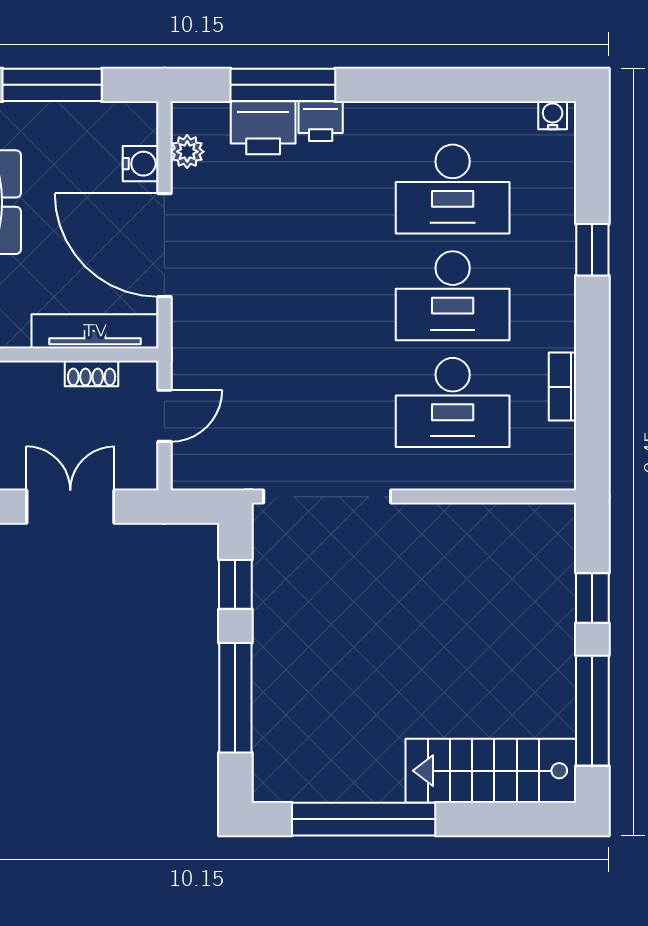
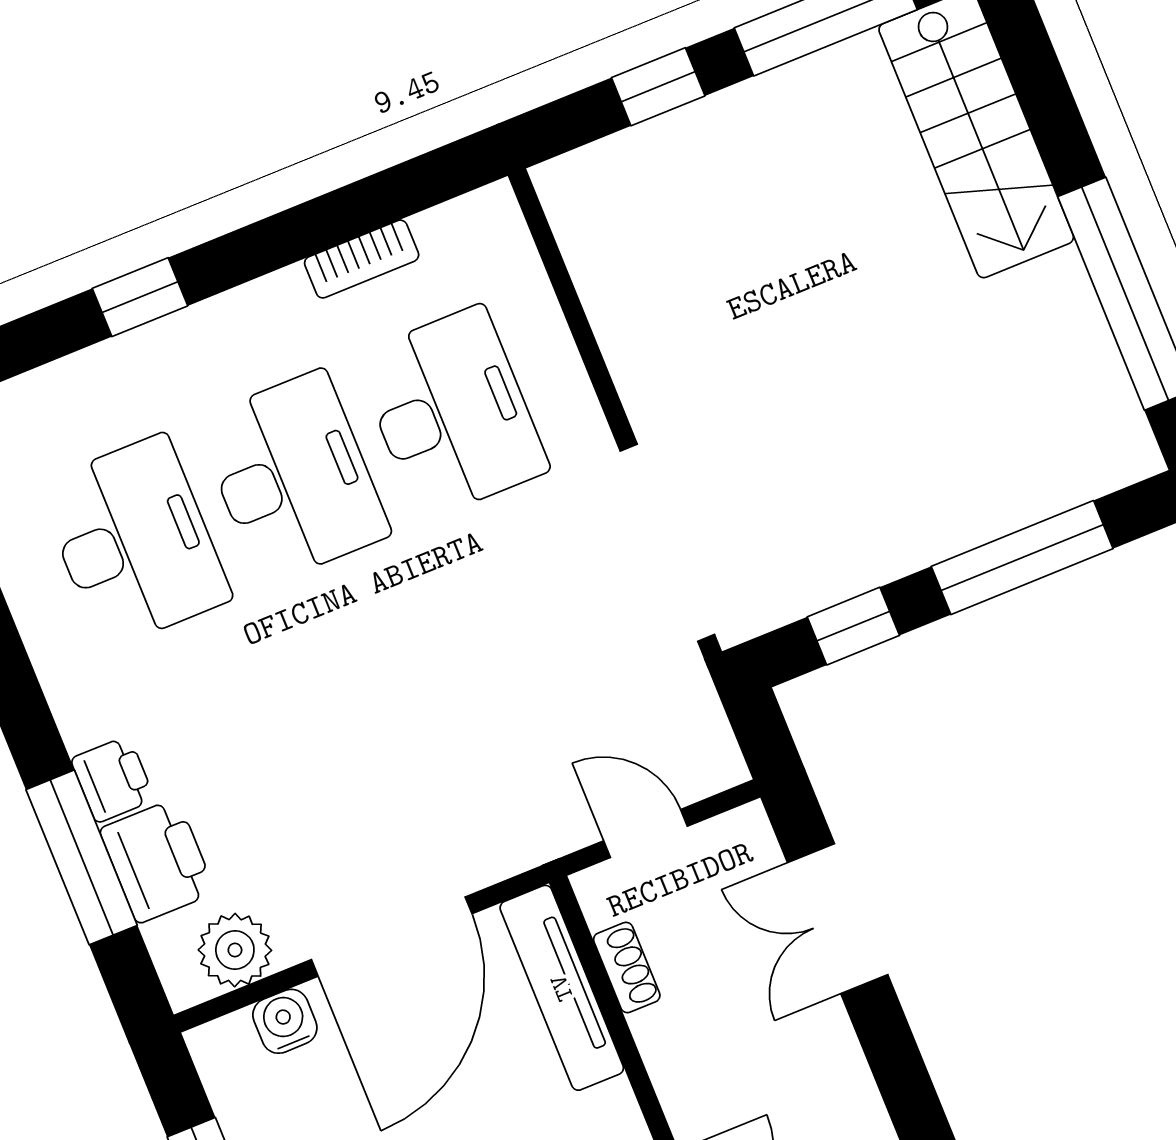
plant: (187, 152) -> (235, 950), width x1.38, depth x1.38

